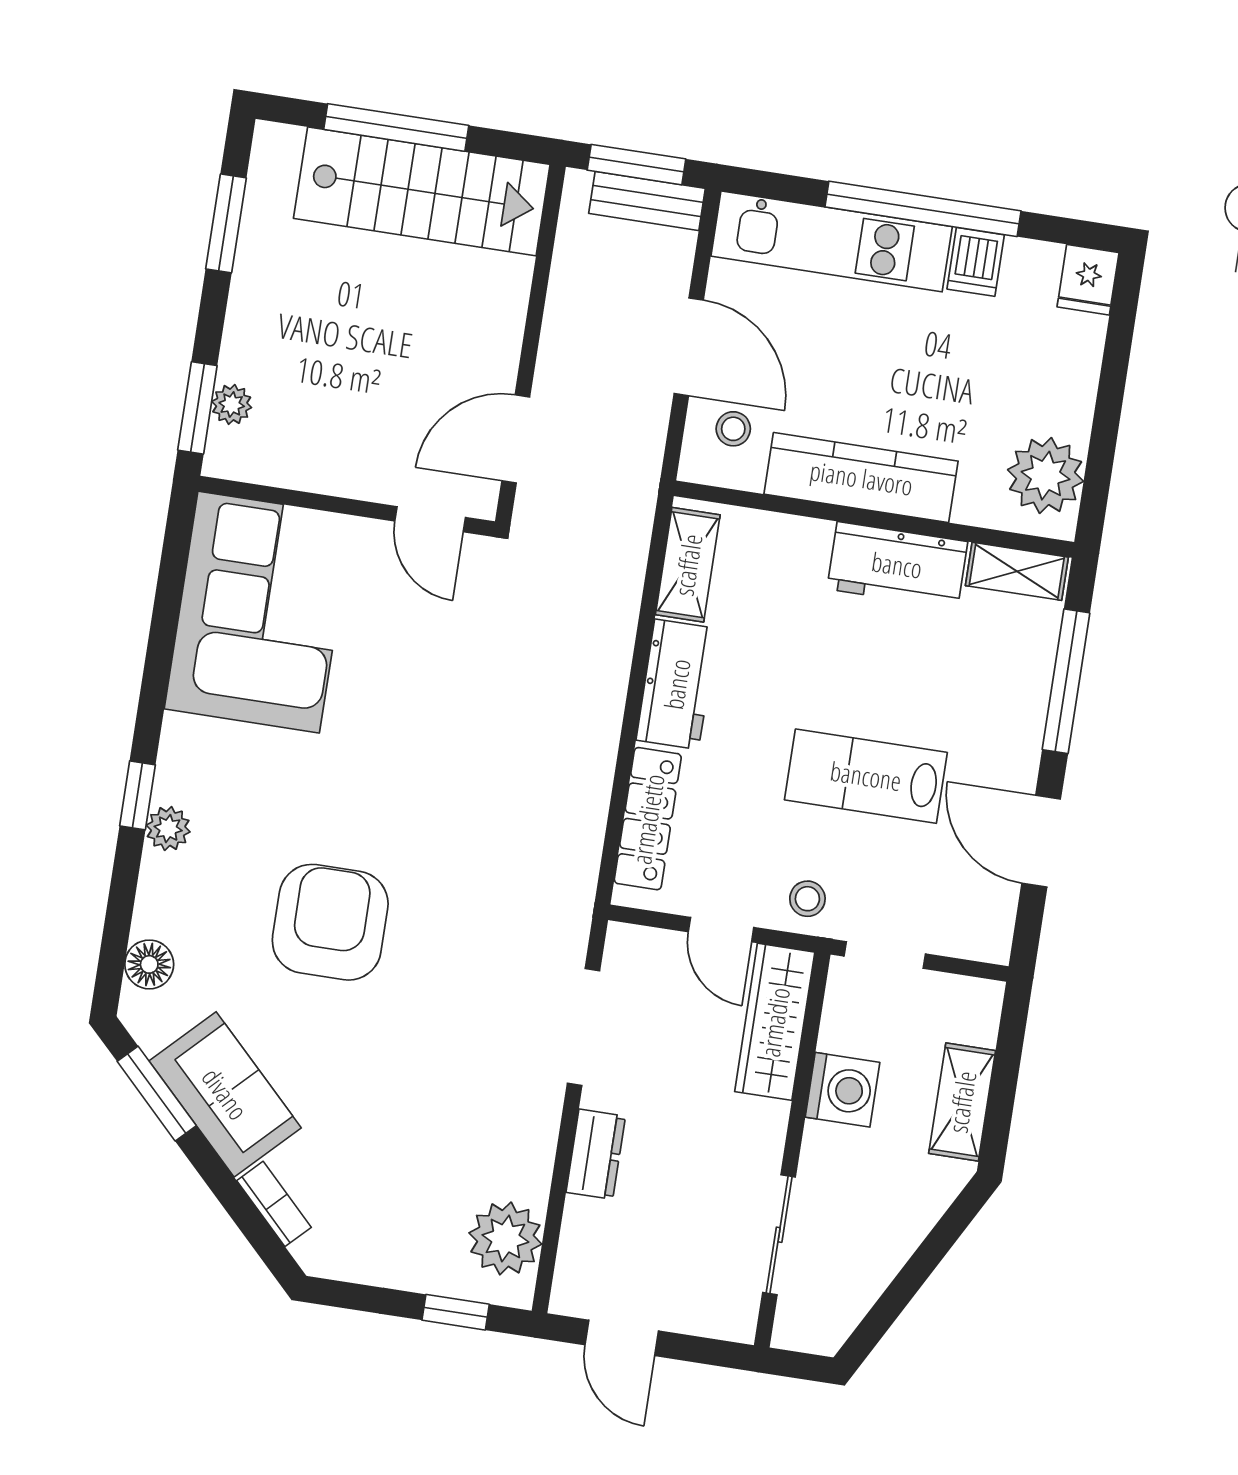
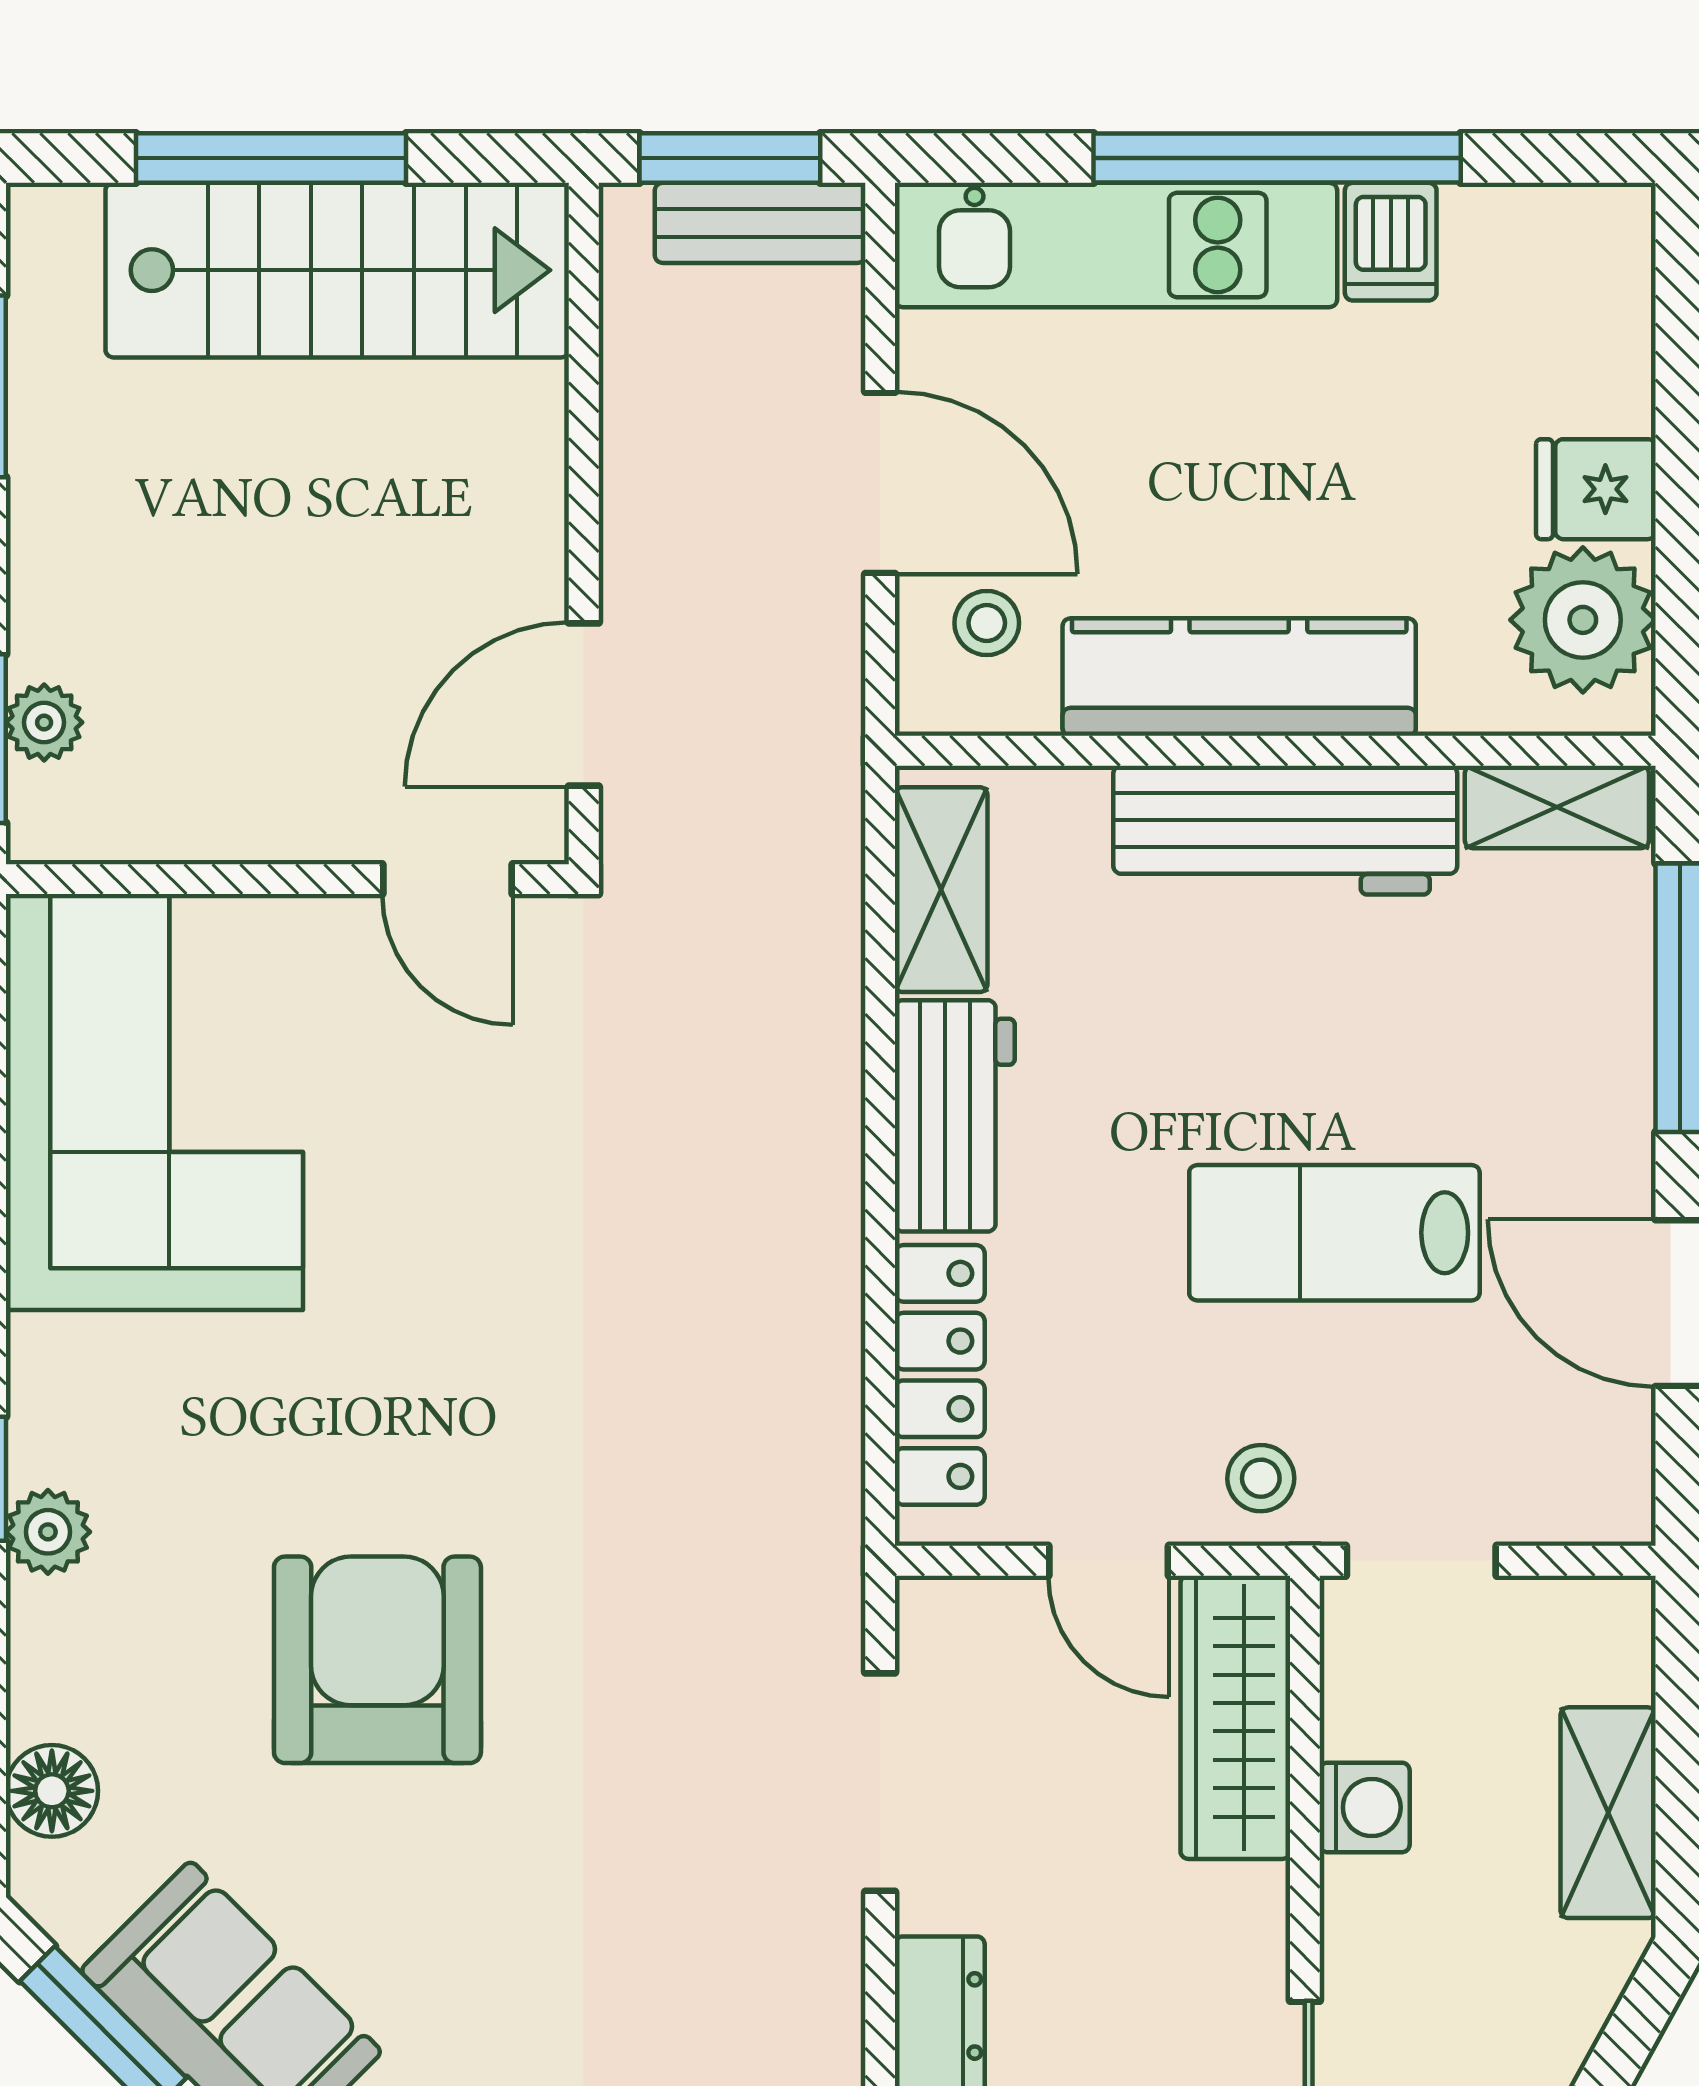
fridge: (1088, 280) -> (1596, 489), moved, turned 90
workbench: (897, 565) -> (1285, 830), width x1.38
washing machine: (843, 1090) -> (1365, 1807), width x0.73, depth x0.73

